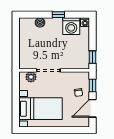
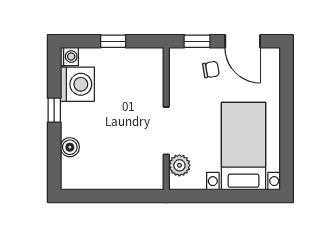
window: (93, 57) -> (113, 41), moved

